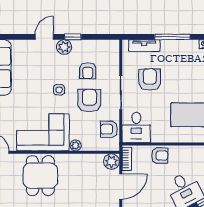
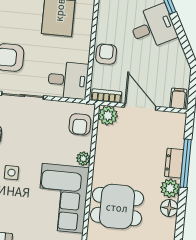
armchair: (89, 100) -> (29, 136), removed
armchair: (109, 129) -> (80, 124), moved

